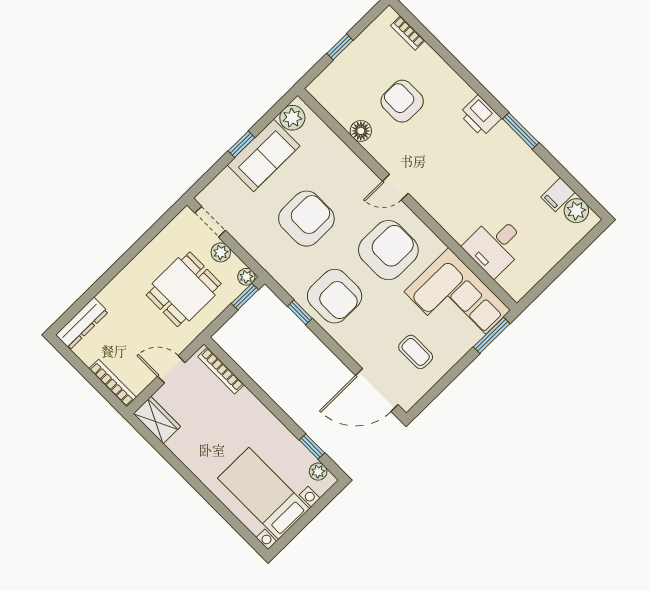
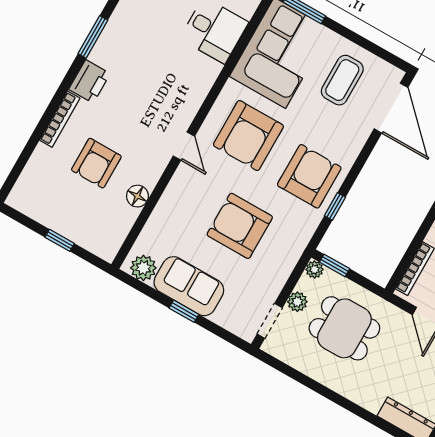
bookcase: (408, 33) -> (60, 119), moved, width x1.56
armchair: (388, 250) -> (248, 135), turned -90
coffee table: (416, 352) -> (342, 80), width x1.36, depth x1.30

